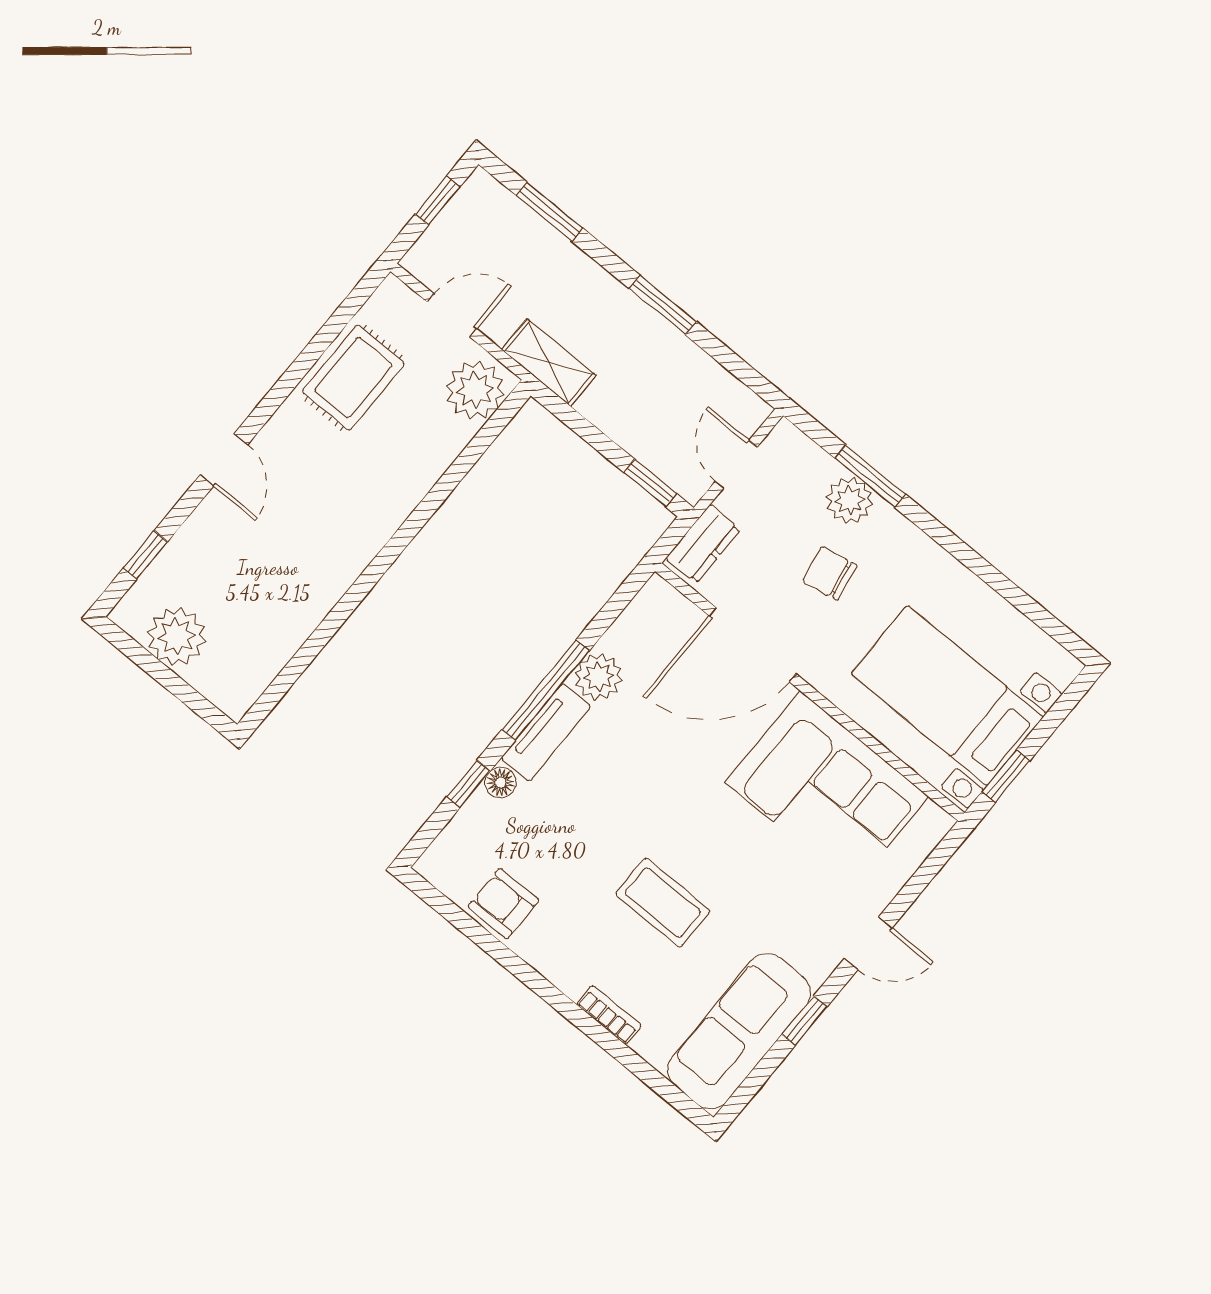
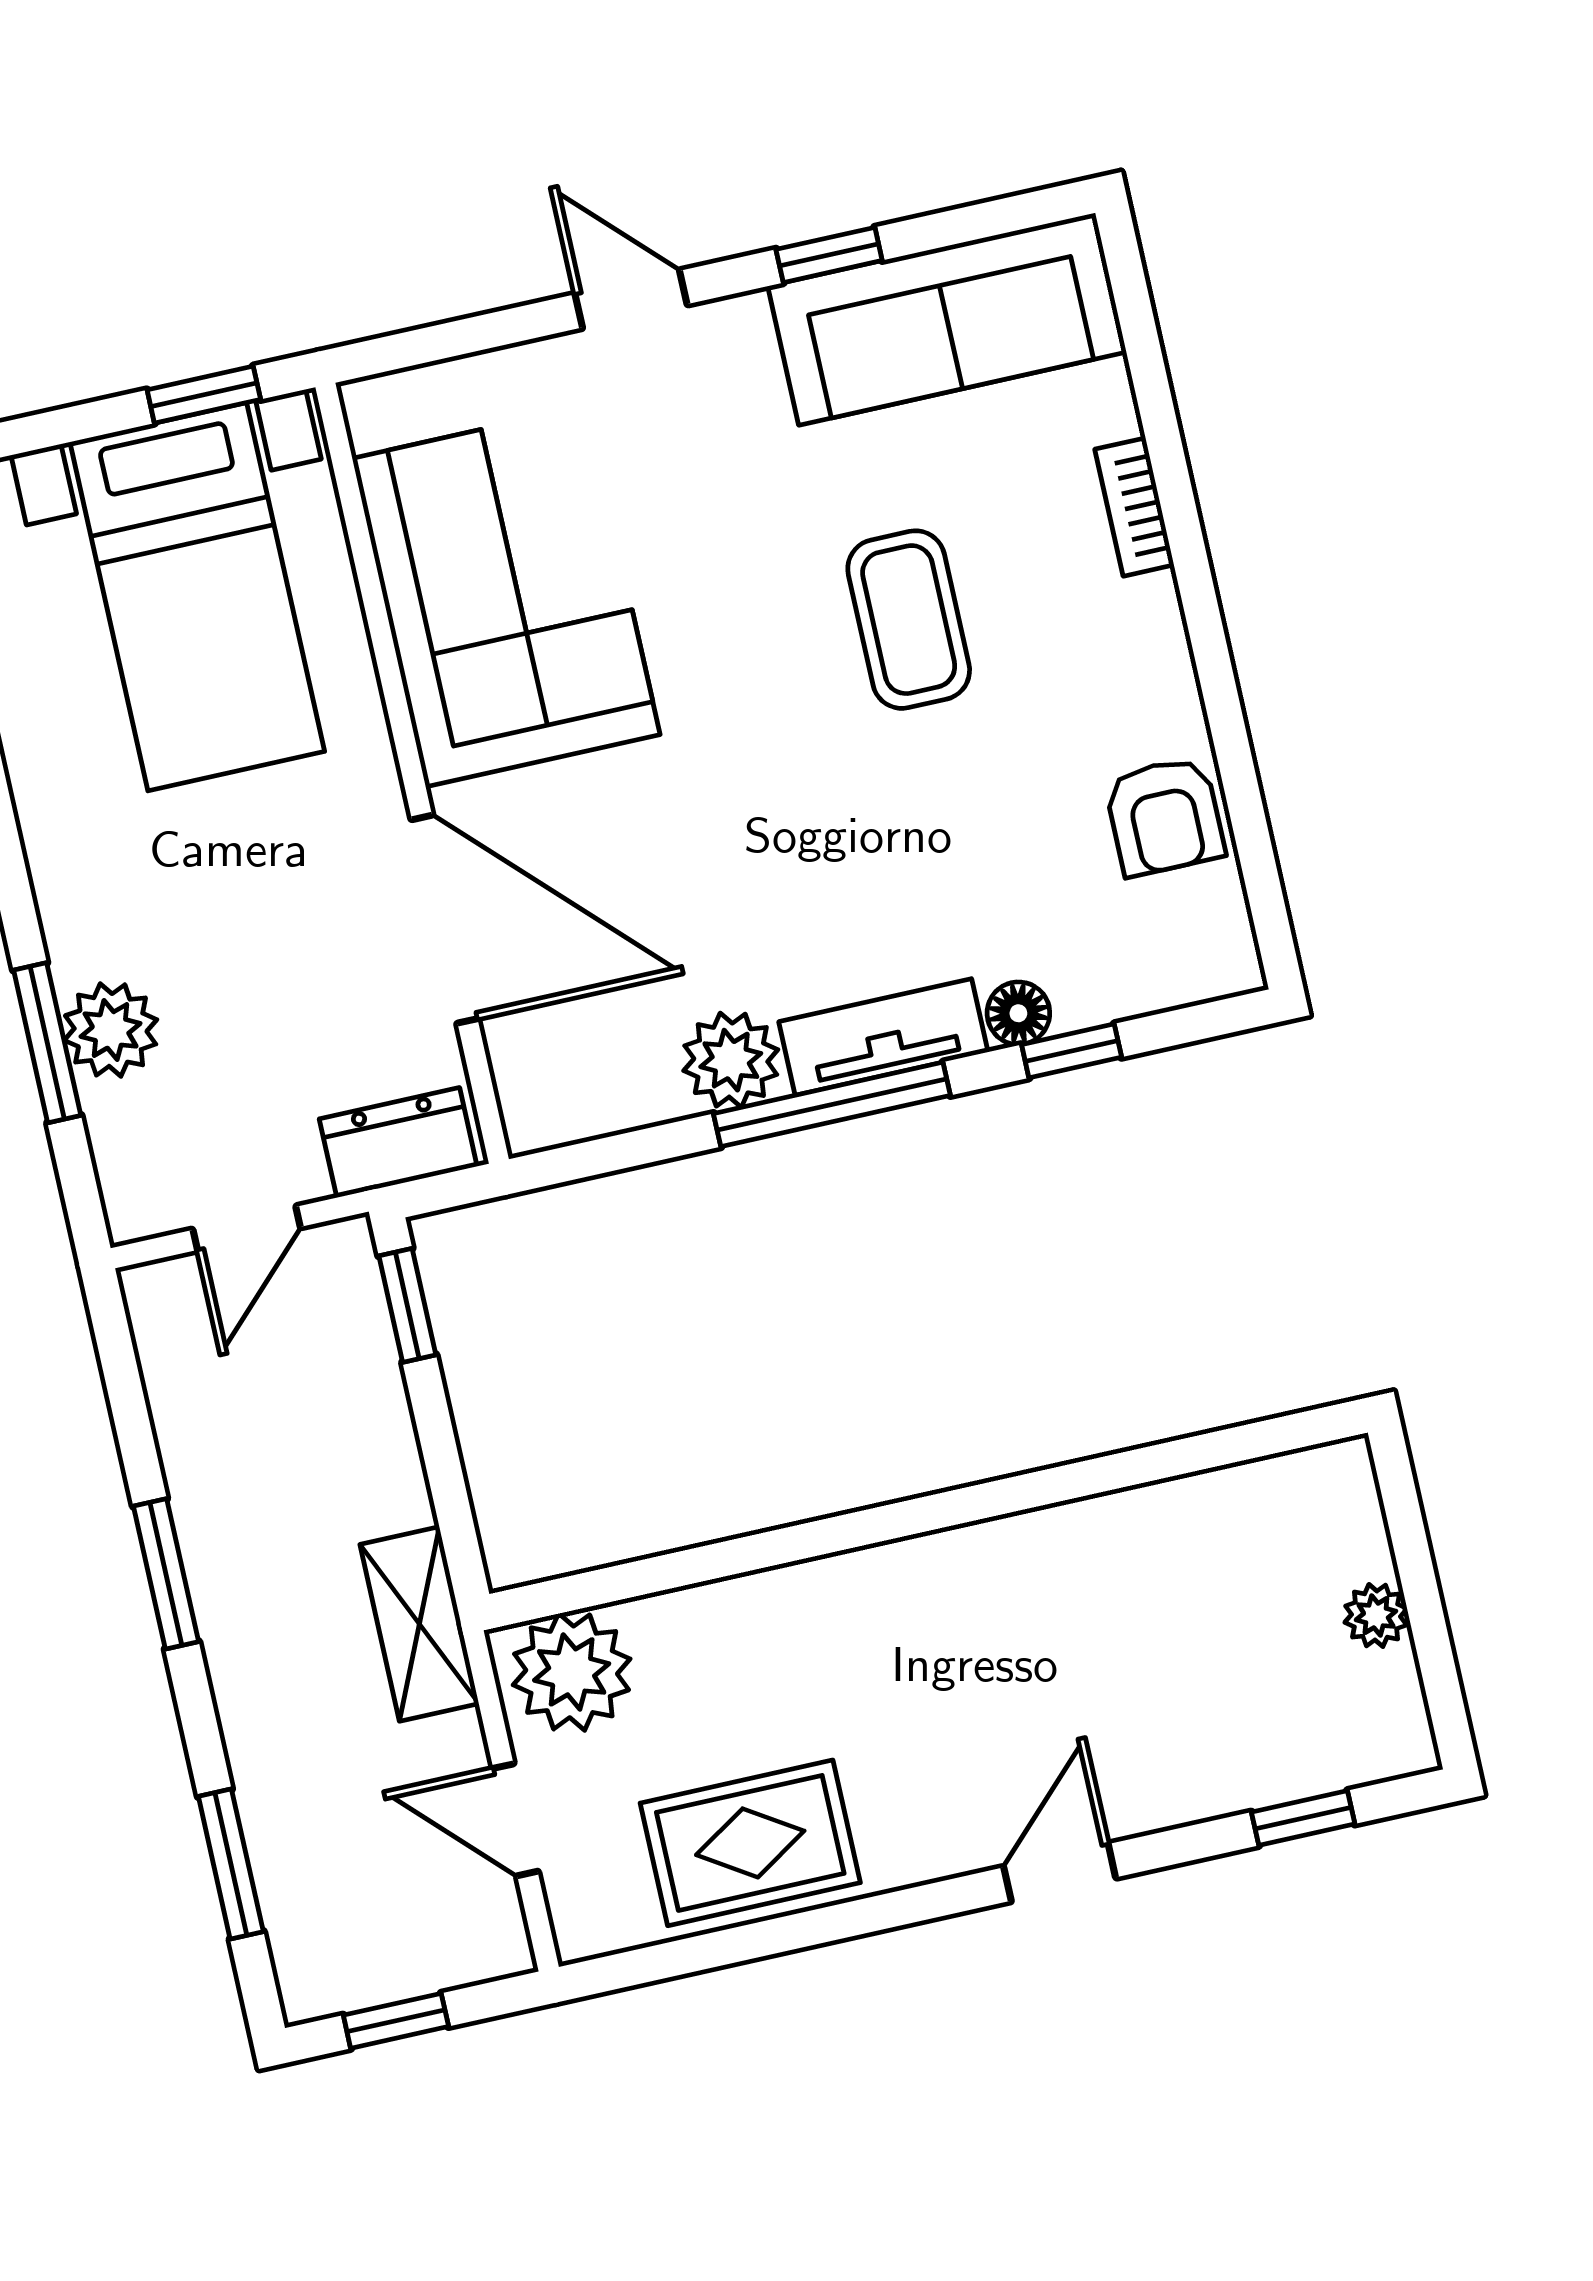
chair: (830, 573) -> (232, 938), removed
plant: (177, 637) -> (1376, 1615), width x0.53, depth x0.53

